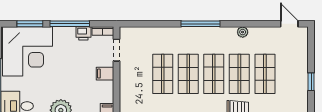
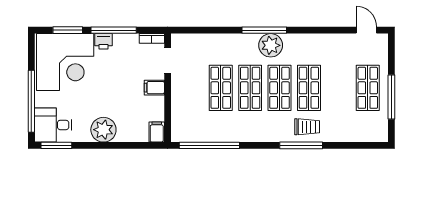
plant: (243, 32) -> (271, 45), moved, width x1.88, depth x1.88
printer: (83, 33) -> (104, 41), moved
shop shelf: (265, 74) -> (368, 88), moved
window: (311, 82) -> (391, 97), width x2.17

